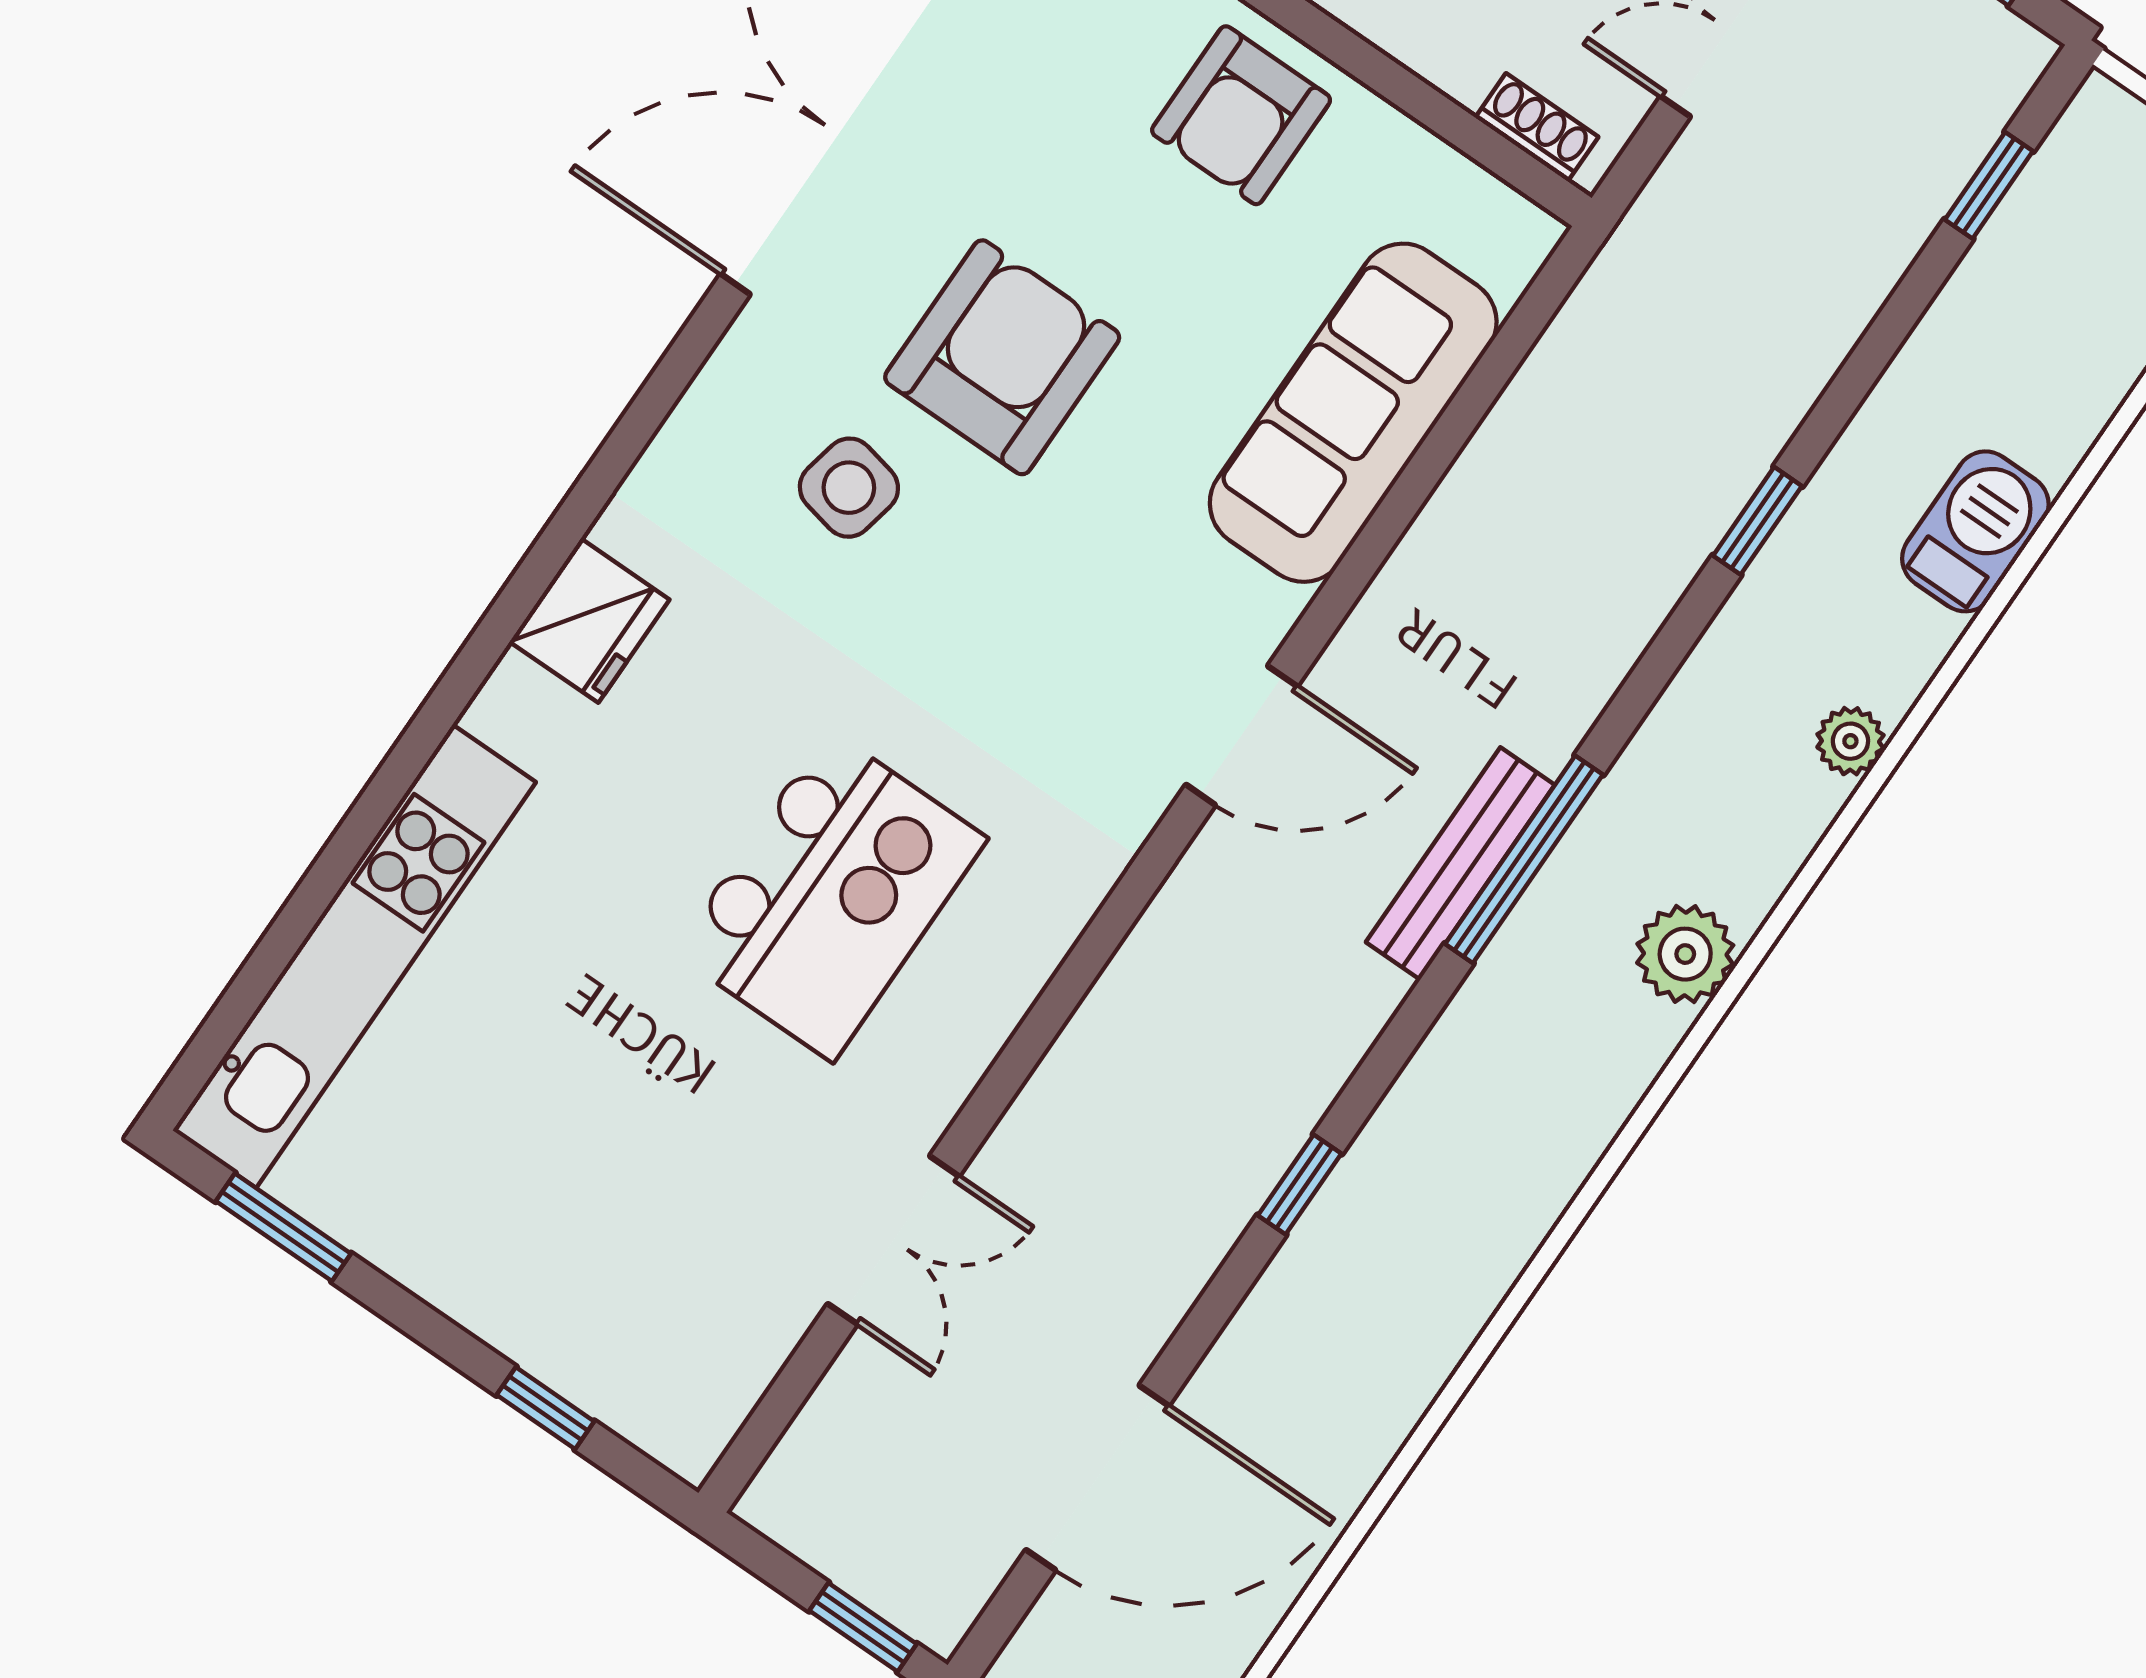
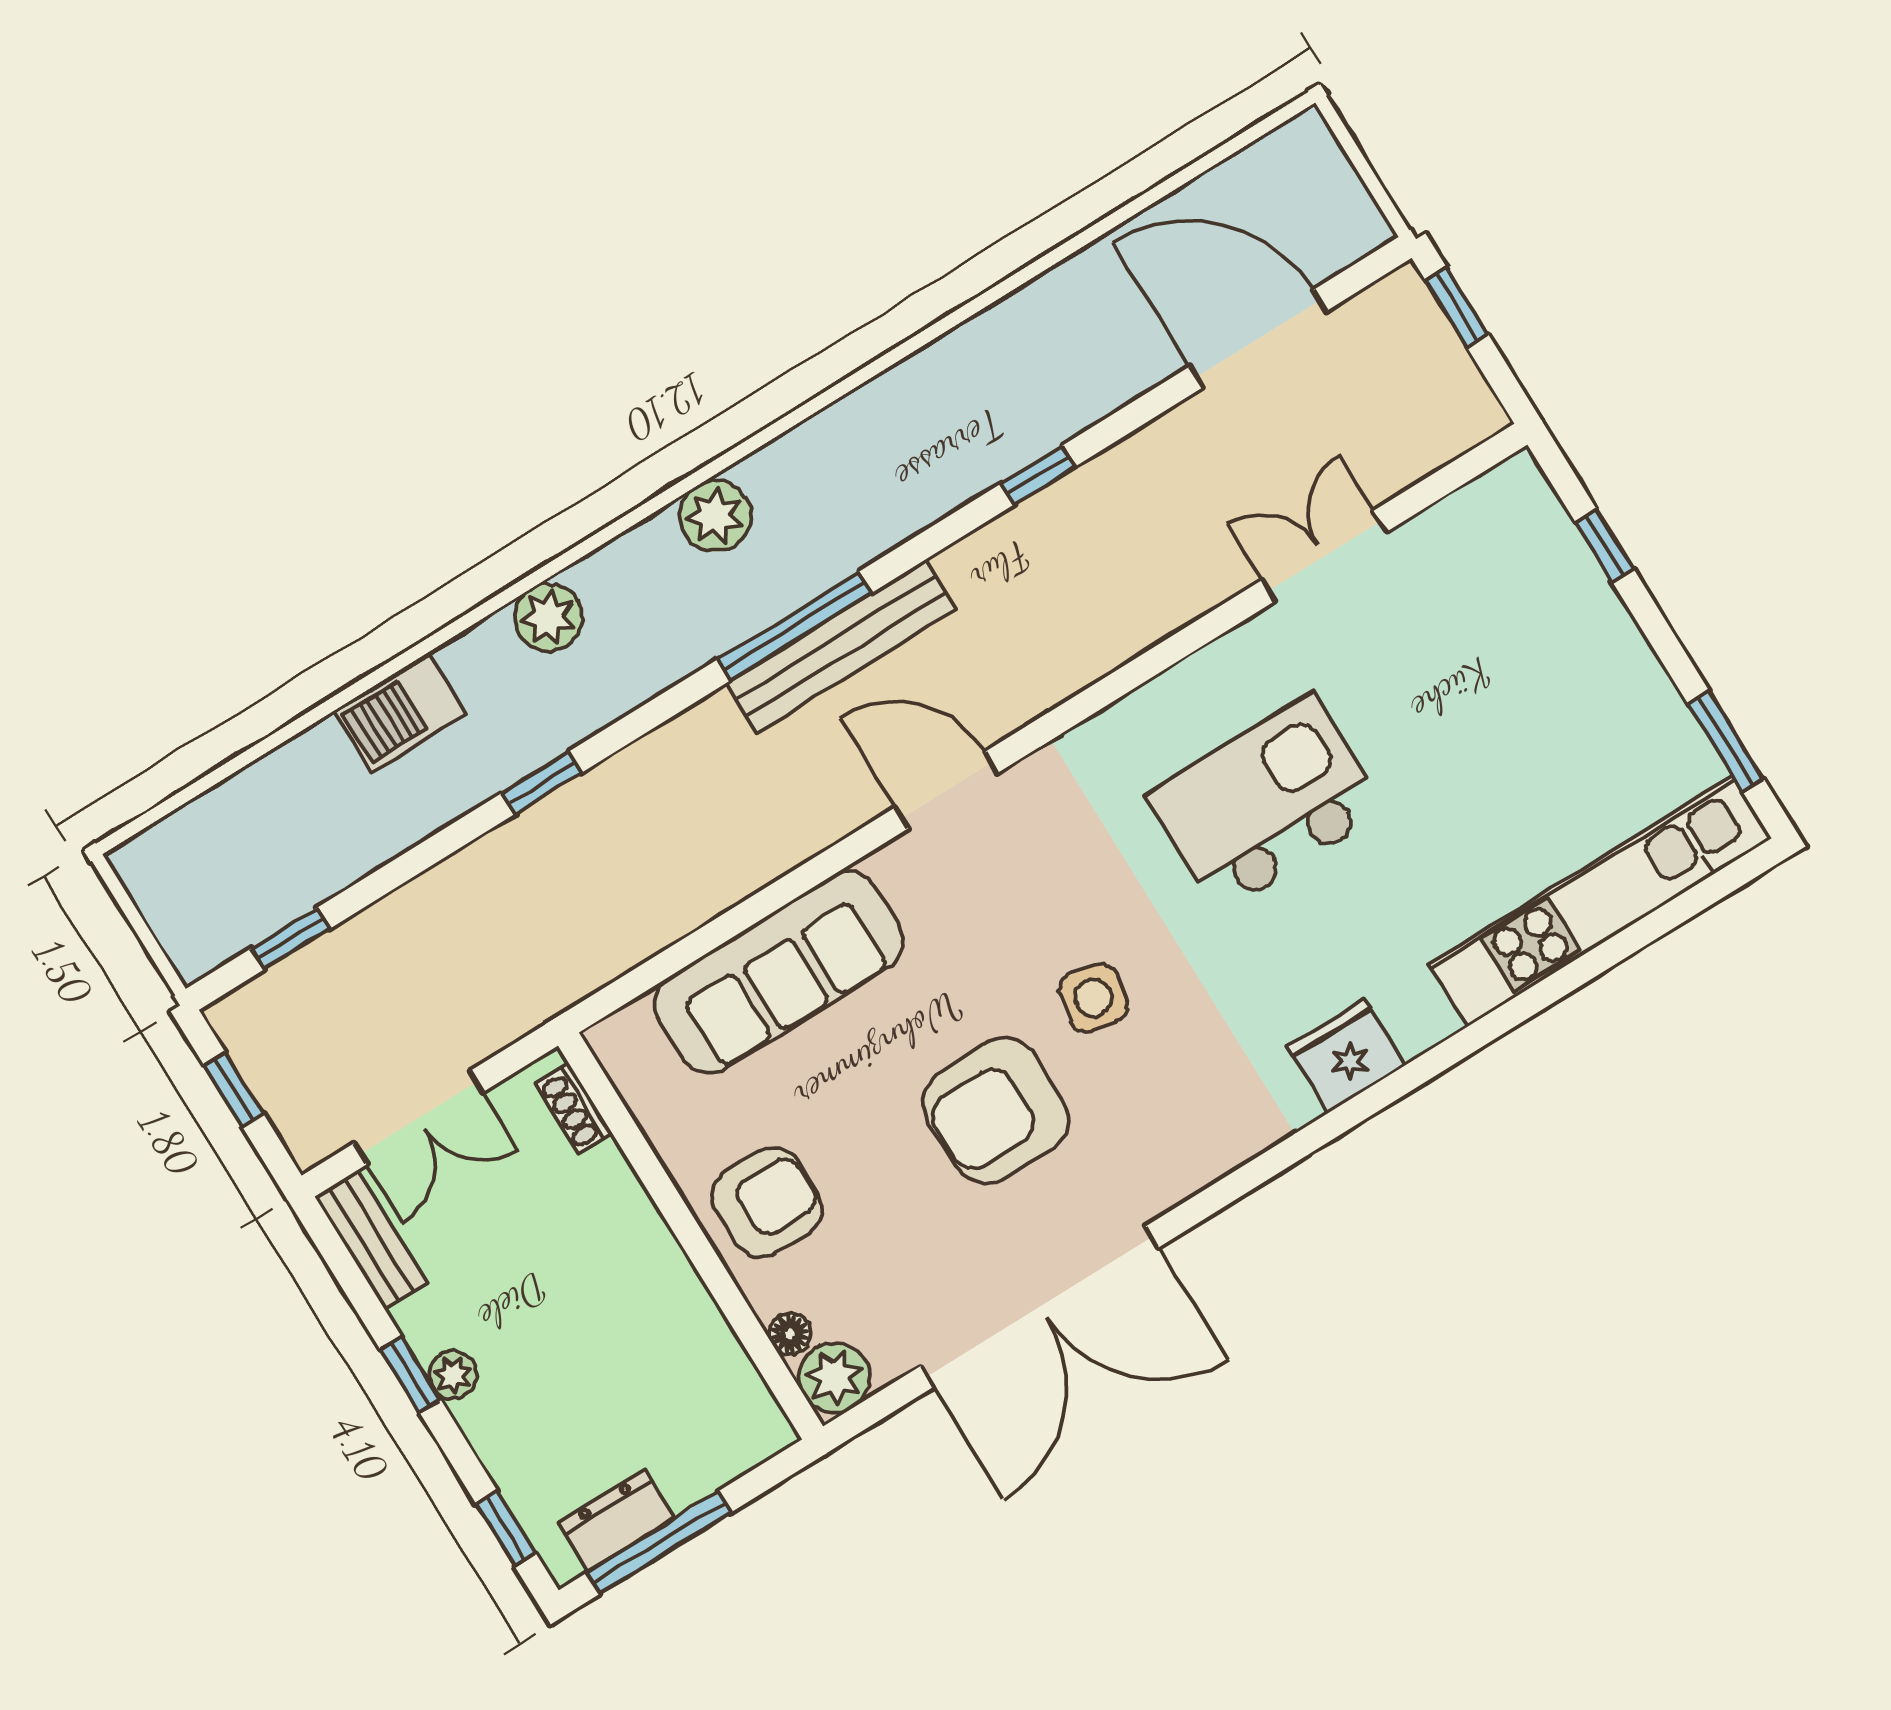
side table: (849, 488) -> (1094, 998), moved
plant: (1850, 741) -> (548, 617), width x1.38, depth x1.38
bench: (1460, 863) -> (841, 646), width x1.37, depth x1.21

